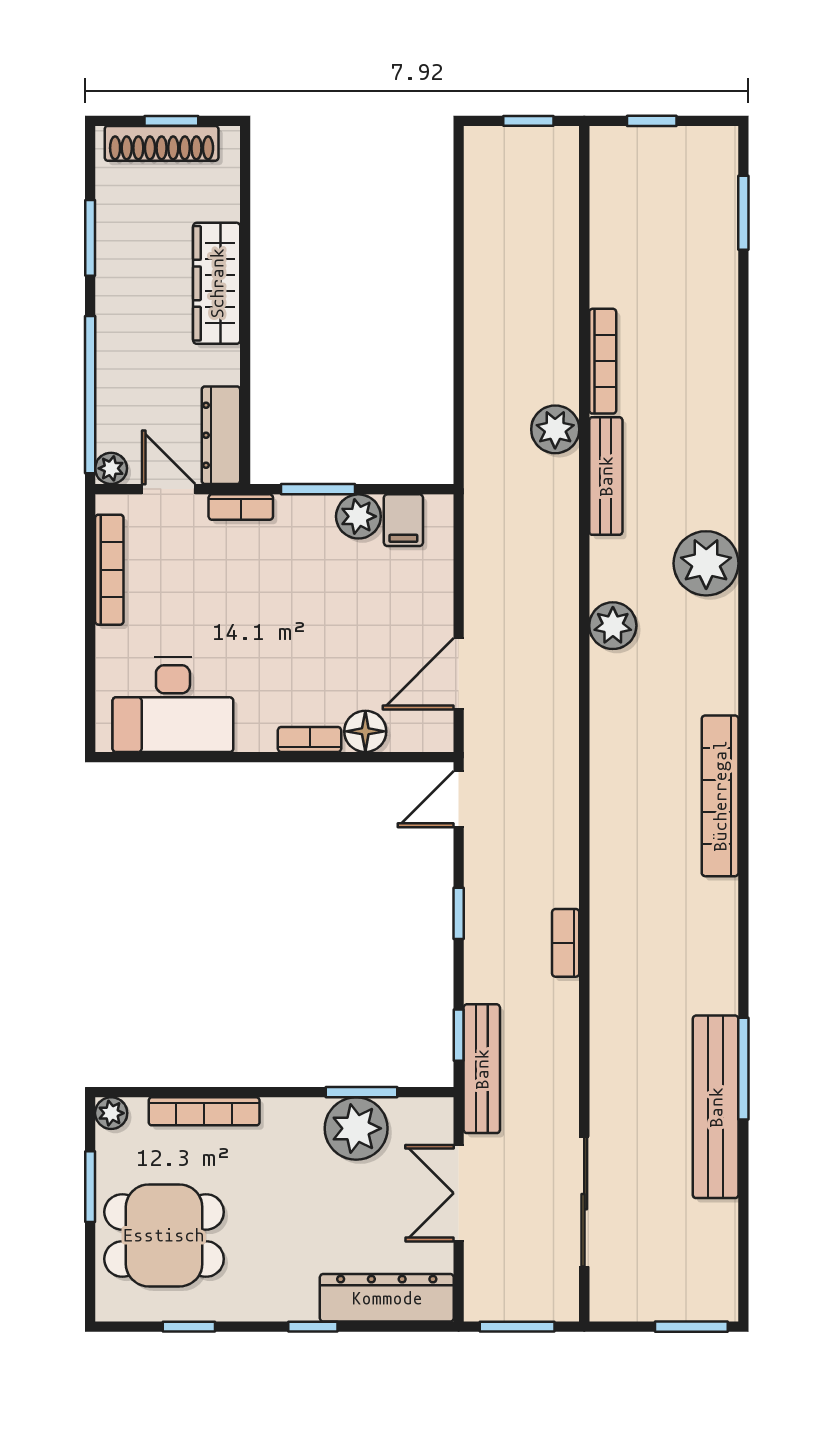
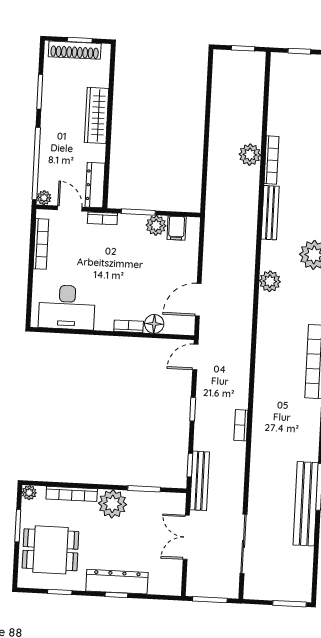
plant: (555, 429) -> (250, 155), moved
plant: (356, 1128) -> (112, 504), moved
dresser: (387, 1298) -> (117, 582), moved

